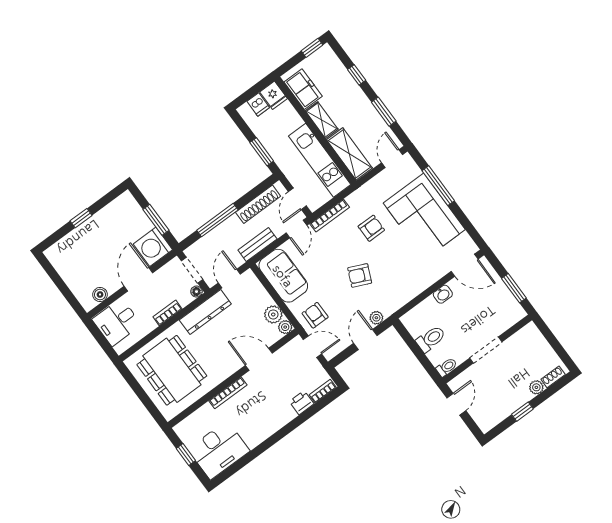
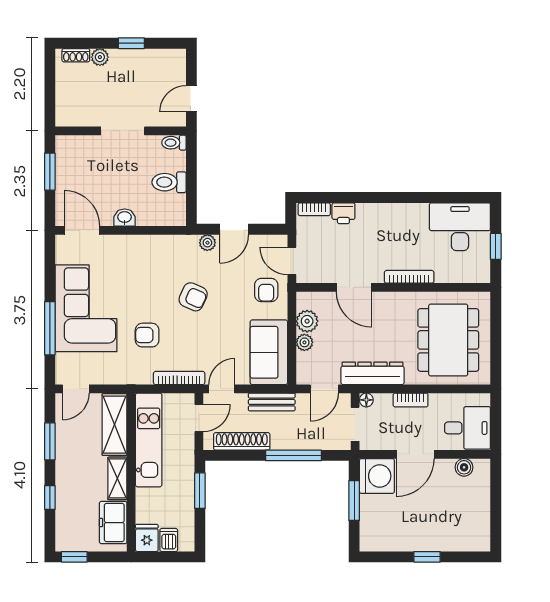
plant: (285, 327) -> (304, 342), moved

